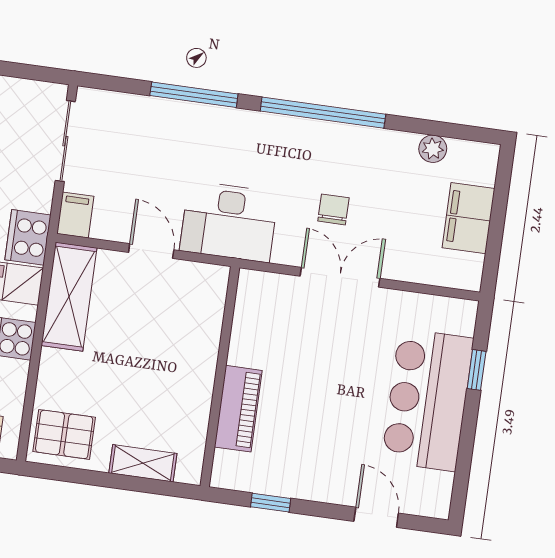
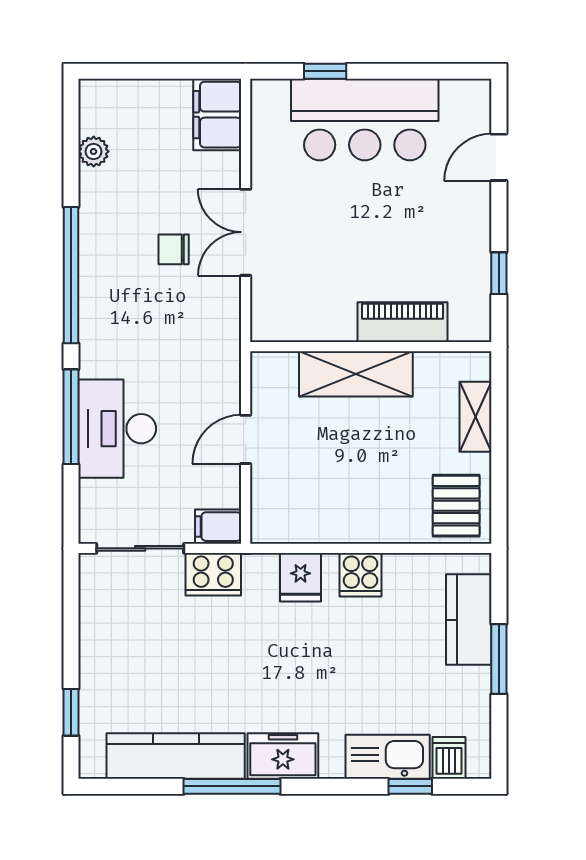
filing cabinet: (469, 218) -> (217, 115), moved, turned 90
desk: (229, 222) -> (117, 429), moved, turned 180
cooker: (28, 237) -> (213, 574), moved
shelving: (69, 297) -> (356, 374), moved

